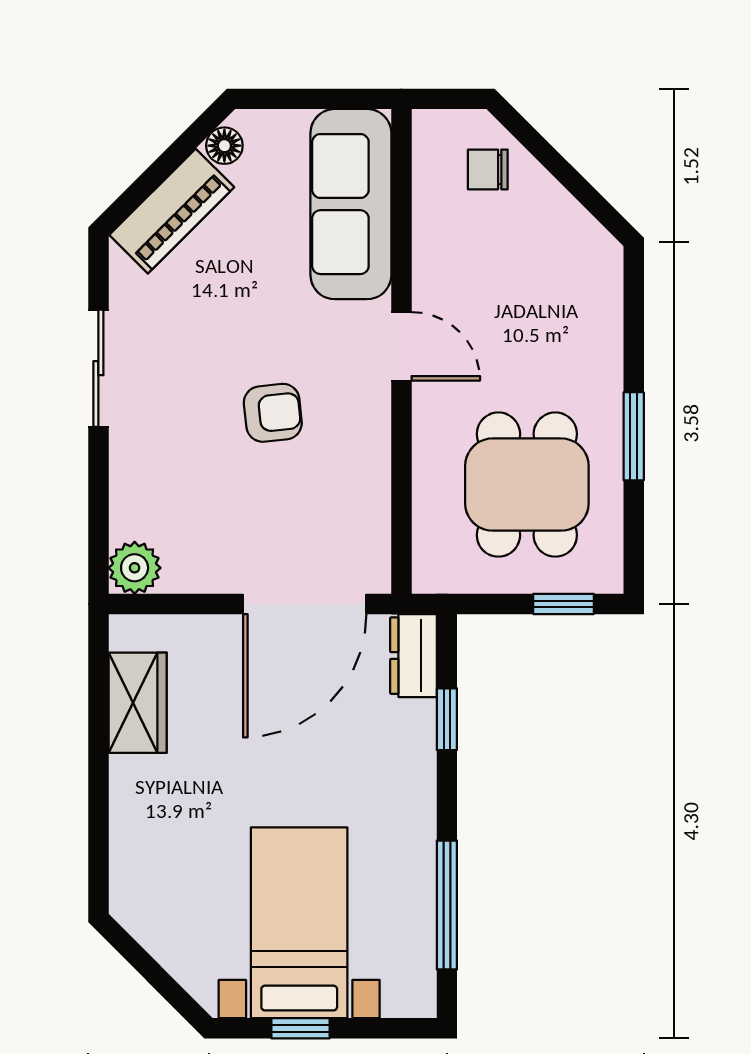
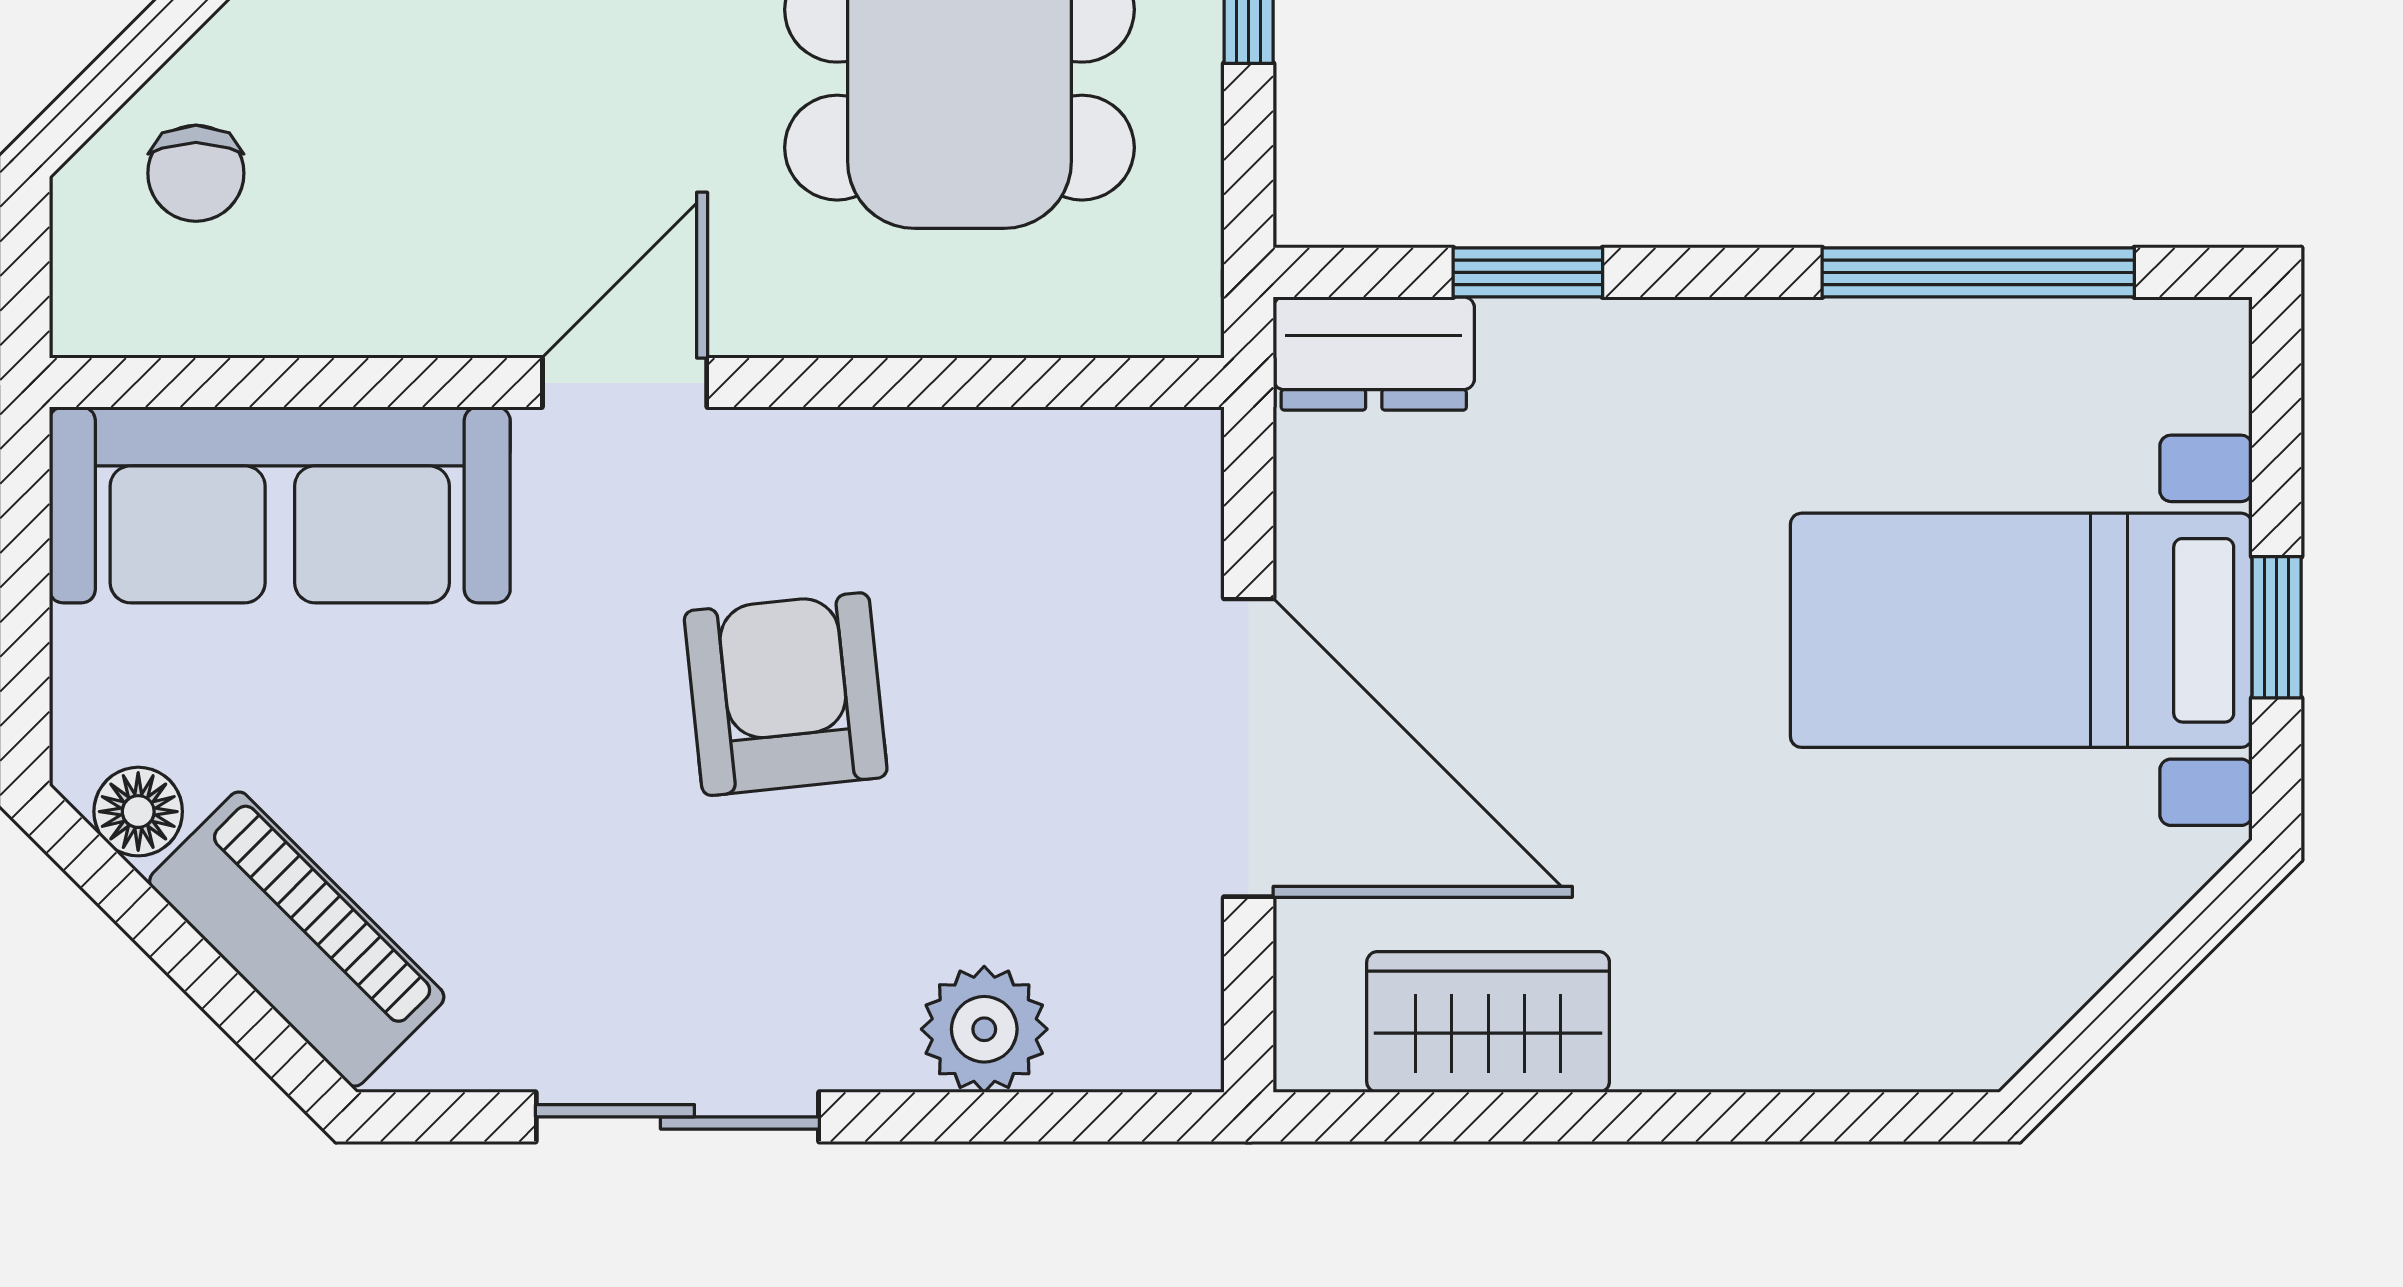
armchair: (273, 413) -> (786, 694), width x1.38, depth x1.38
plant: (135, 568) -> (984, 1029), moved
door: (305, 604) -> (1249, 748), moved

